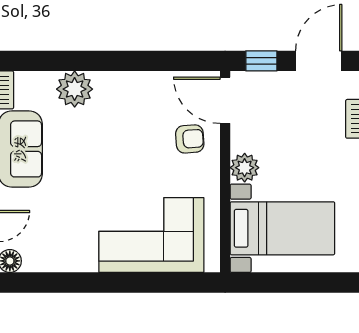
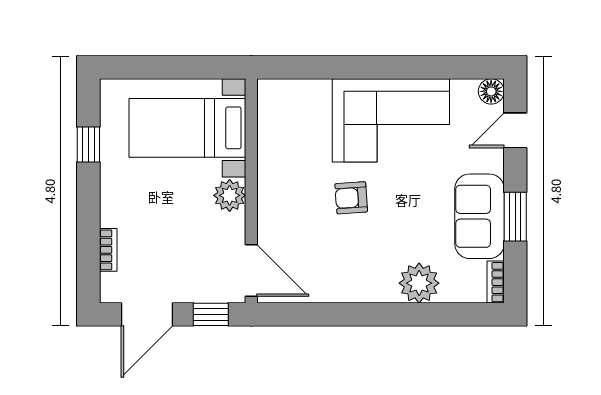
armchair: (190, 139) -> (351, 198), moved
corner sofa: (151, 235) -> (391, 120), moved

